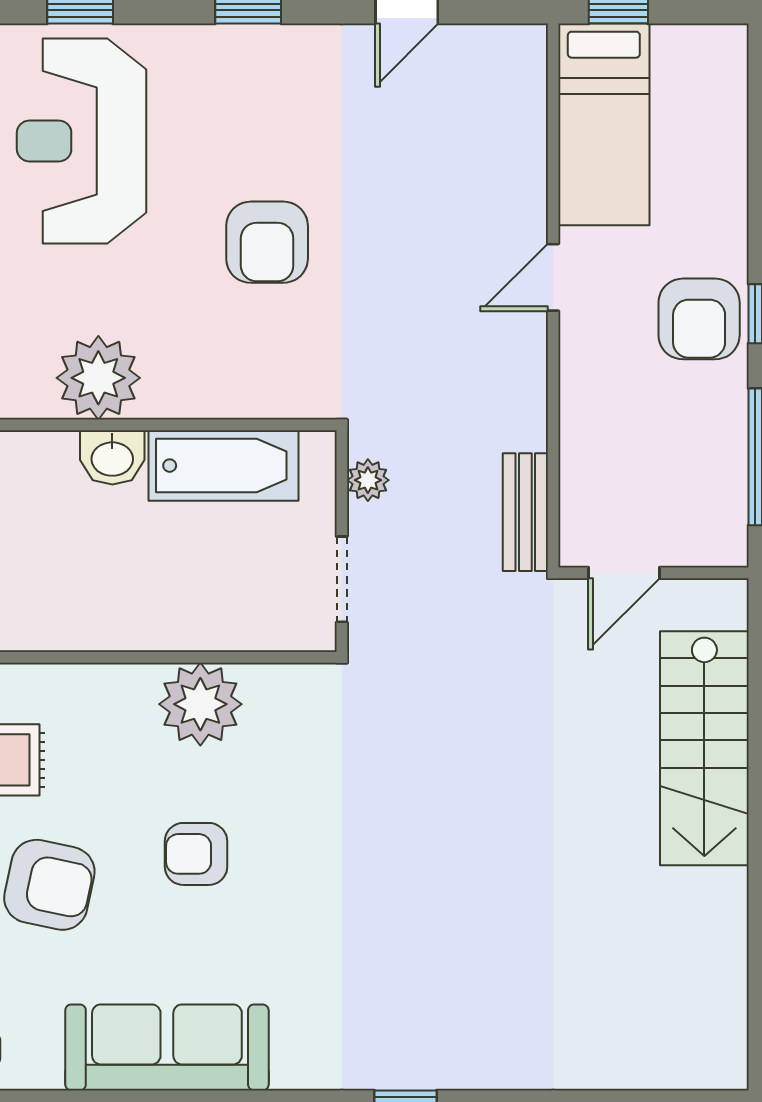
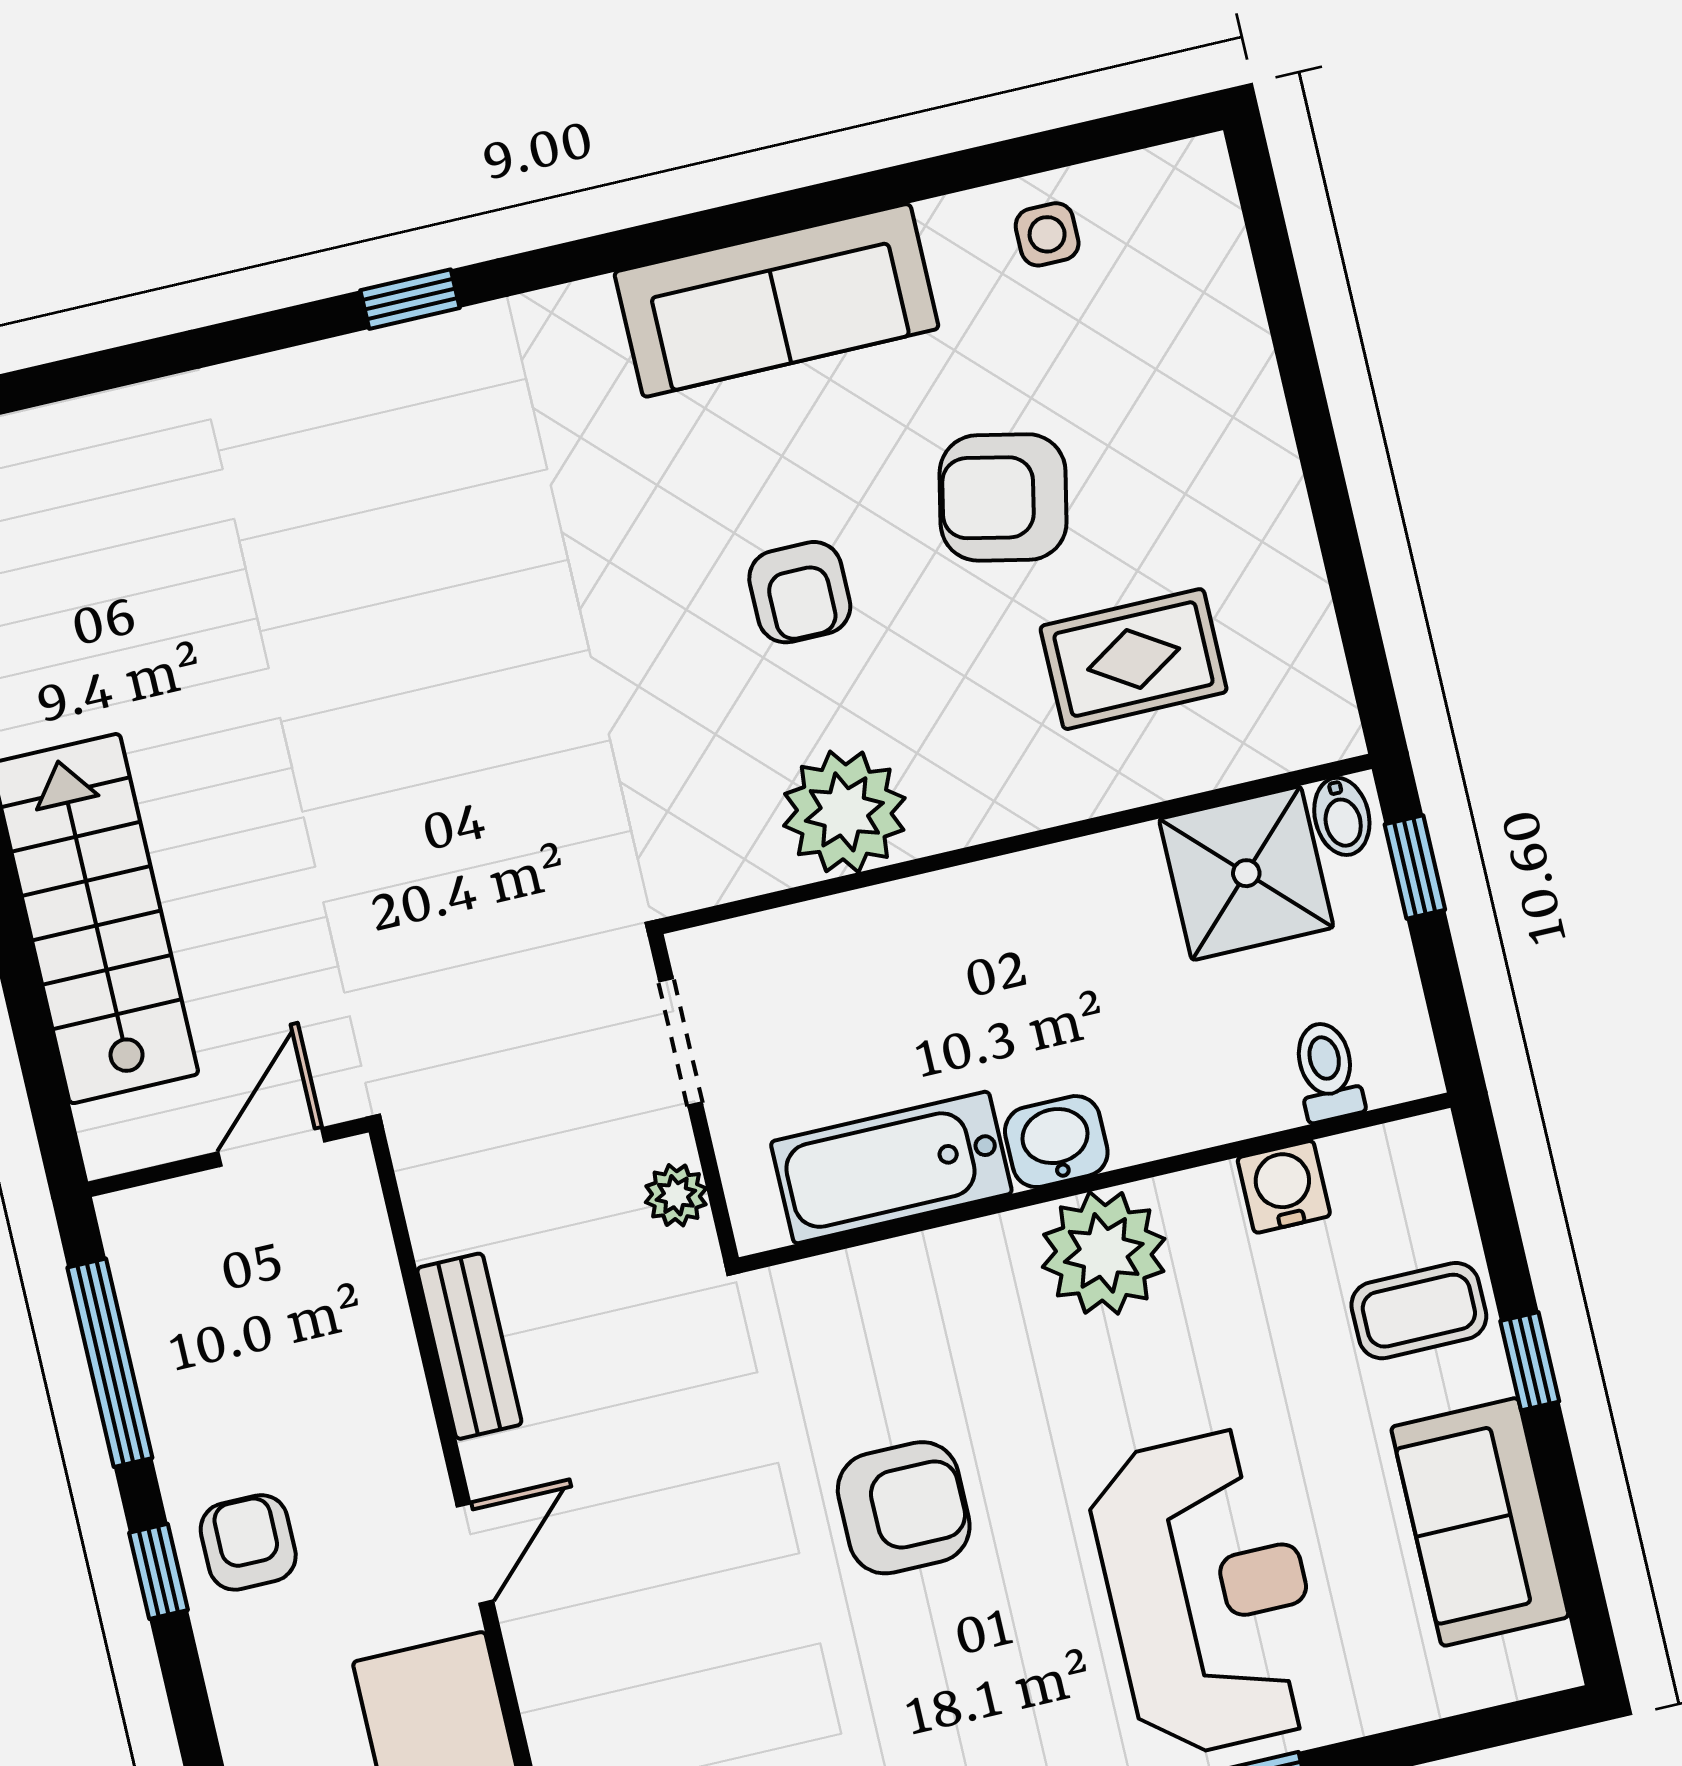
armchair: (267, 242) -> (904, 1508), turned 90
armchair: (699, 319) -> (248, 1542), width x0.72, depth x0.72
bench: (525, 512) -> (469, 1346), moved
armchair: (196, 854) -> (800, 592), turned 90

